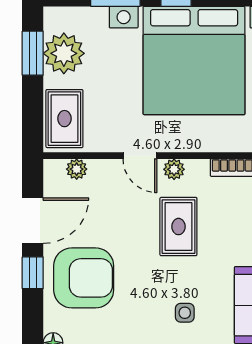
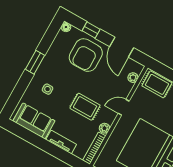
plant: (174, 169) -> (104, 128), moved
window: (33, 273) -> (91, 30), moved

